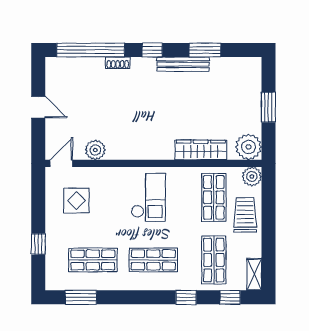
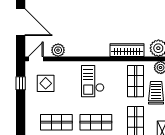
door: (38, 107) -> (21, 22), width x1.88
checkout: (148, 197) -> (93, 81), turned 180
window: (38, 244) -> (21, 83), moved

